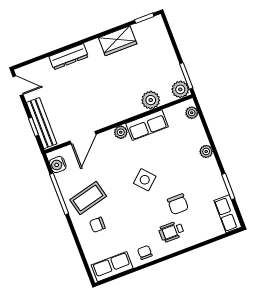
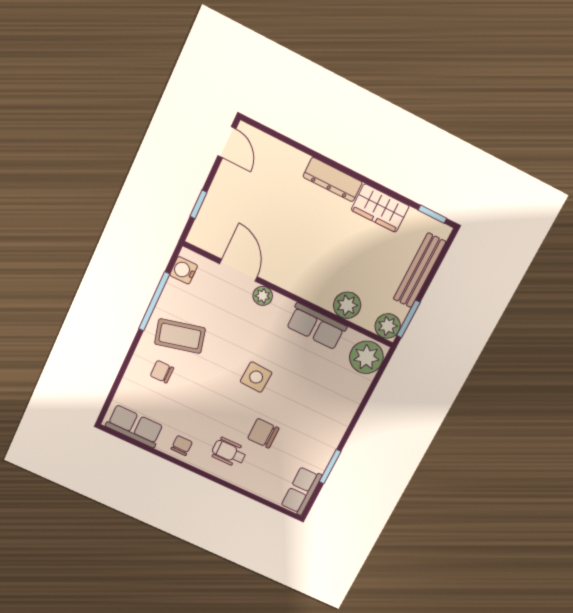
dresser: (69, 57) -> (333, 180), moved
plant: (192, 113) -> (366, 357), width x1.88, depth x1.88
bench: (42, 123) -> (419, 270), moved
plant: (121, 132) -> (263, 296), moved
door: (83, 138) -> (238, 270), swing flipped
plant: (206, 151) -> (346, 412), removed
side table: (145, 180) -> (256, 377), turned 45
chair: (178, 204) -> (263, 433), turned 90

